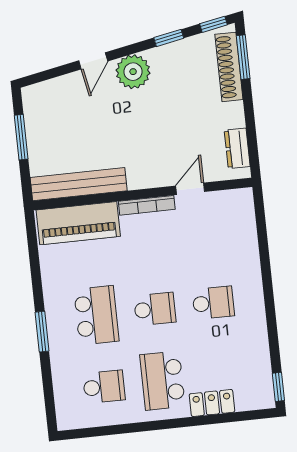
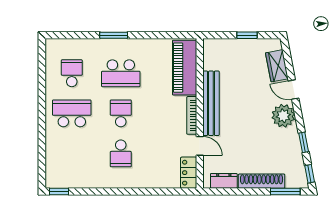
shoe rack: (229, 67) -> (262, 181), moved
wardrobe: (61, 89) -> (277, 66), added
window: (21, 137) -> (247, 35), width x0.67
bench: (79, 184) -> (211, 103), moved
school desk: (155, 309) -> (121, 113), turned 180
school desk: (104, 387) -> (72, 73), turned 180
locker: (212, 403) -> (189, 173), moved, turned 180

